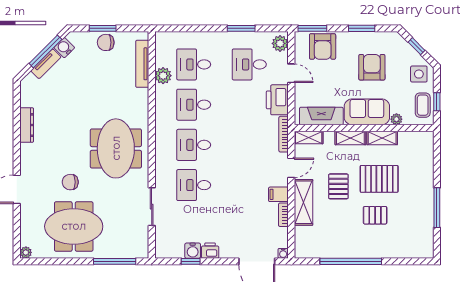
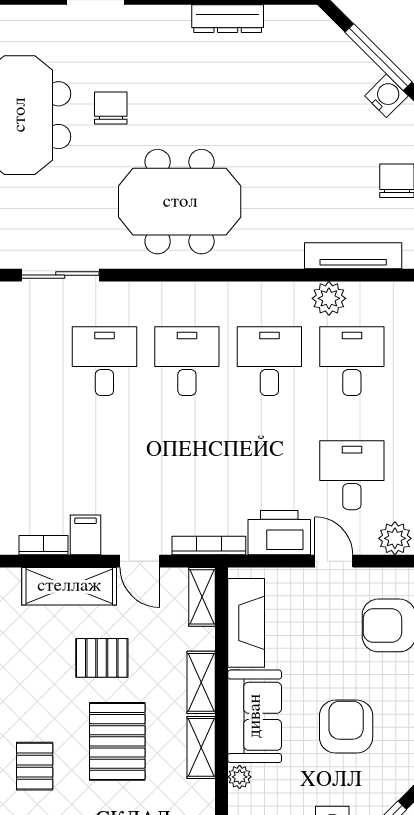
tv unit: (46, 64) -> (353, 58), removed
armchair: (372, 67) -> (346, 727), turned -90
door: (291, 73) -> (334, 561), swing flipped
pallet: (375, 215) -> (35, 766), moved

